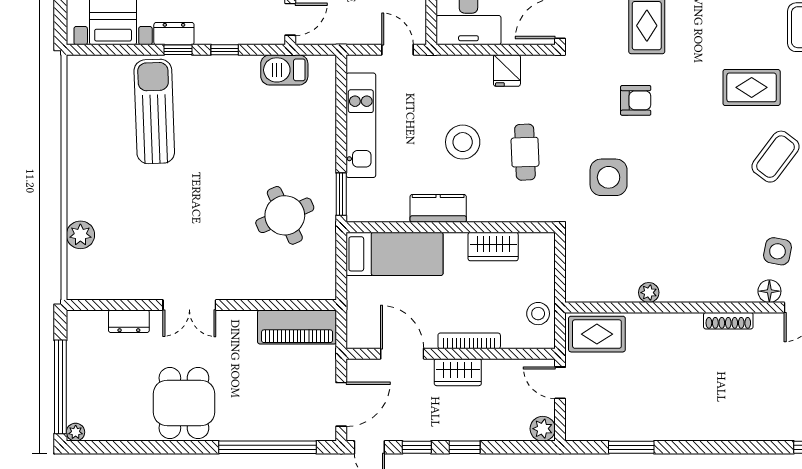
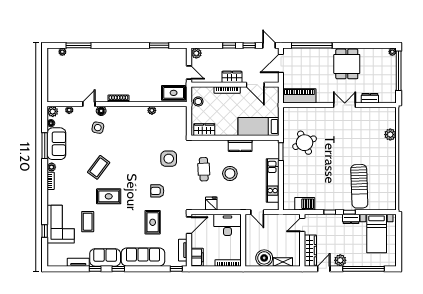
wardrobe: (493, 247) -> (204, 130), moved

